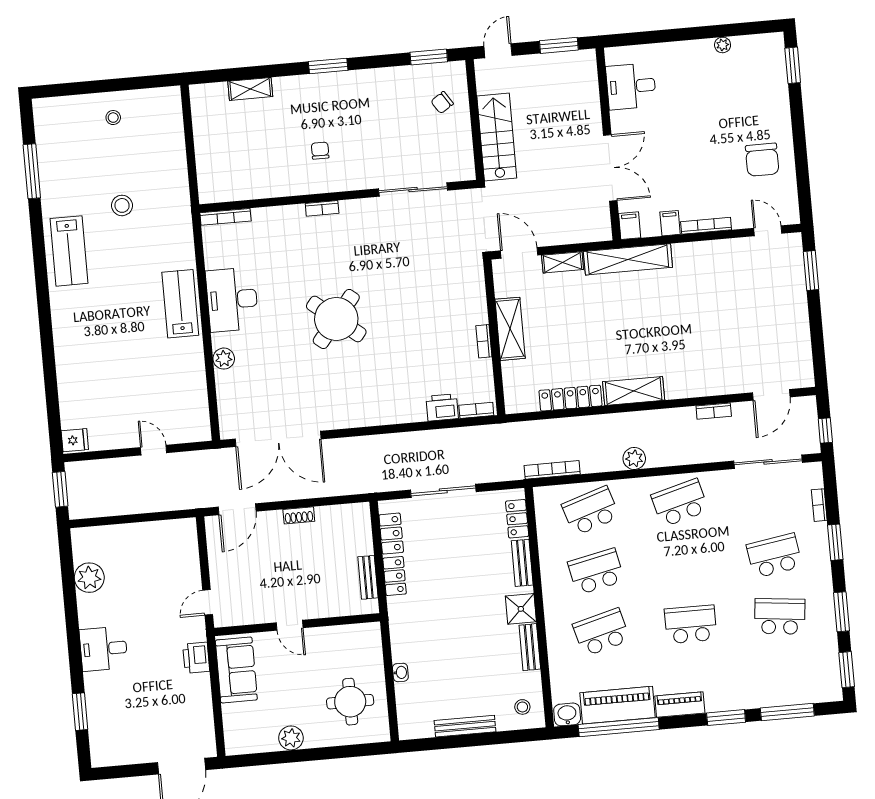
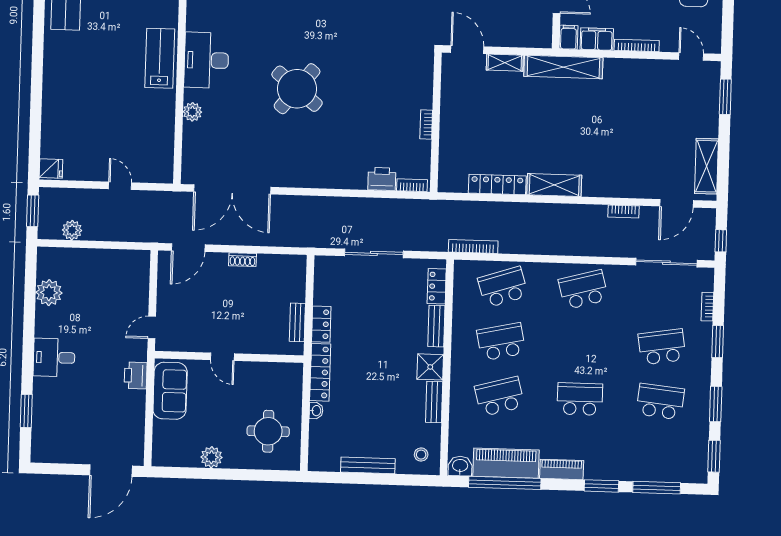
filing cabinet: (670, 223) -> (597, 39), width x2.00
shelving: (510, 329) -> (707, 166), moved
plant: (634, 458) -> (72, 230), moved
locker: (391, 534) -> (320, 372), moved, width x1.53

